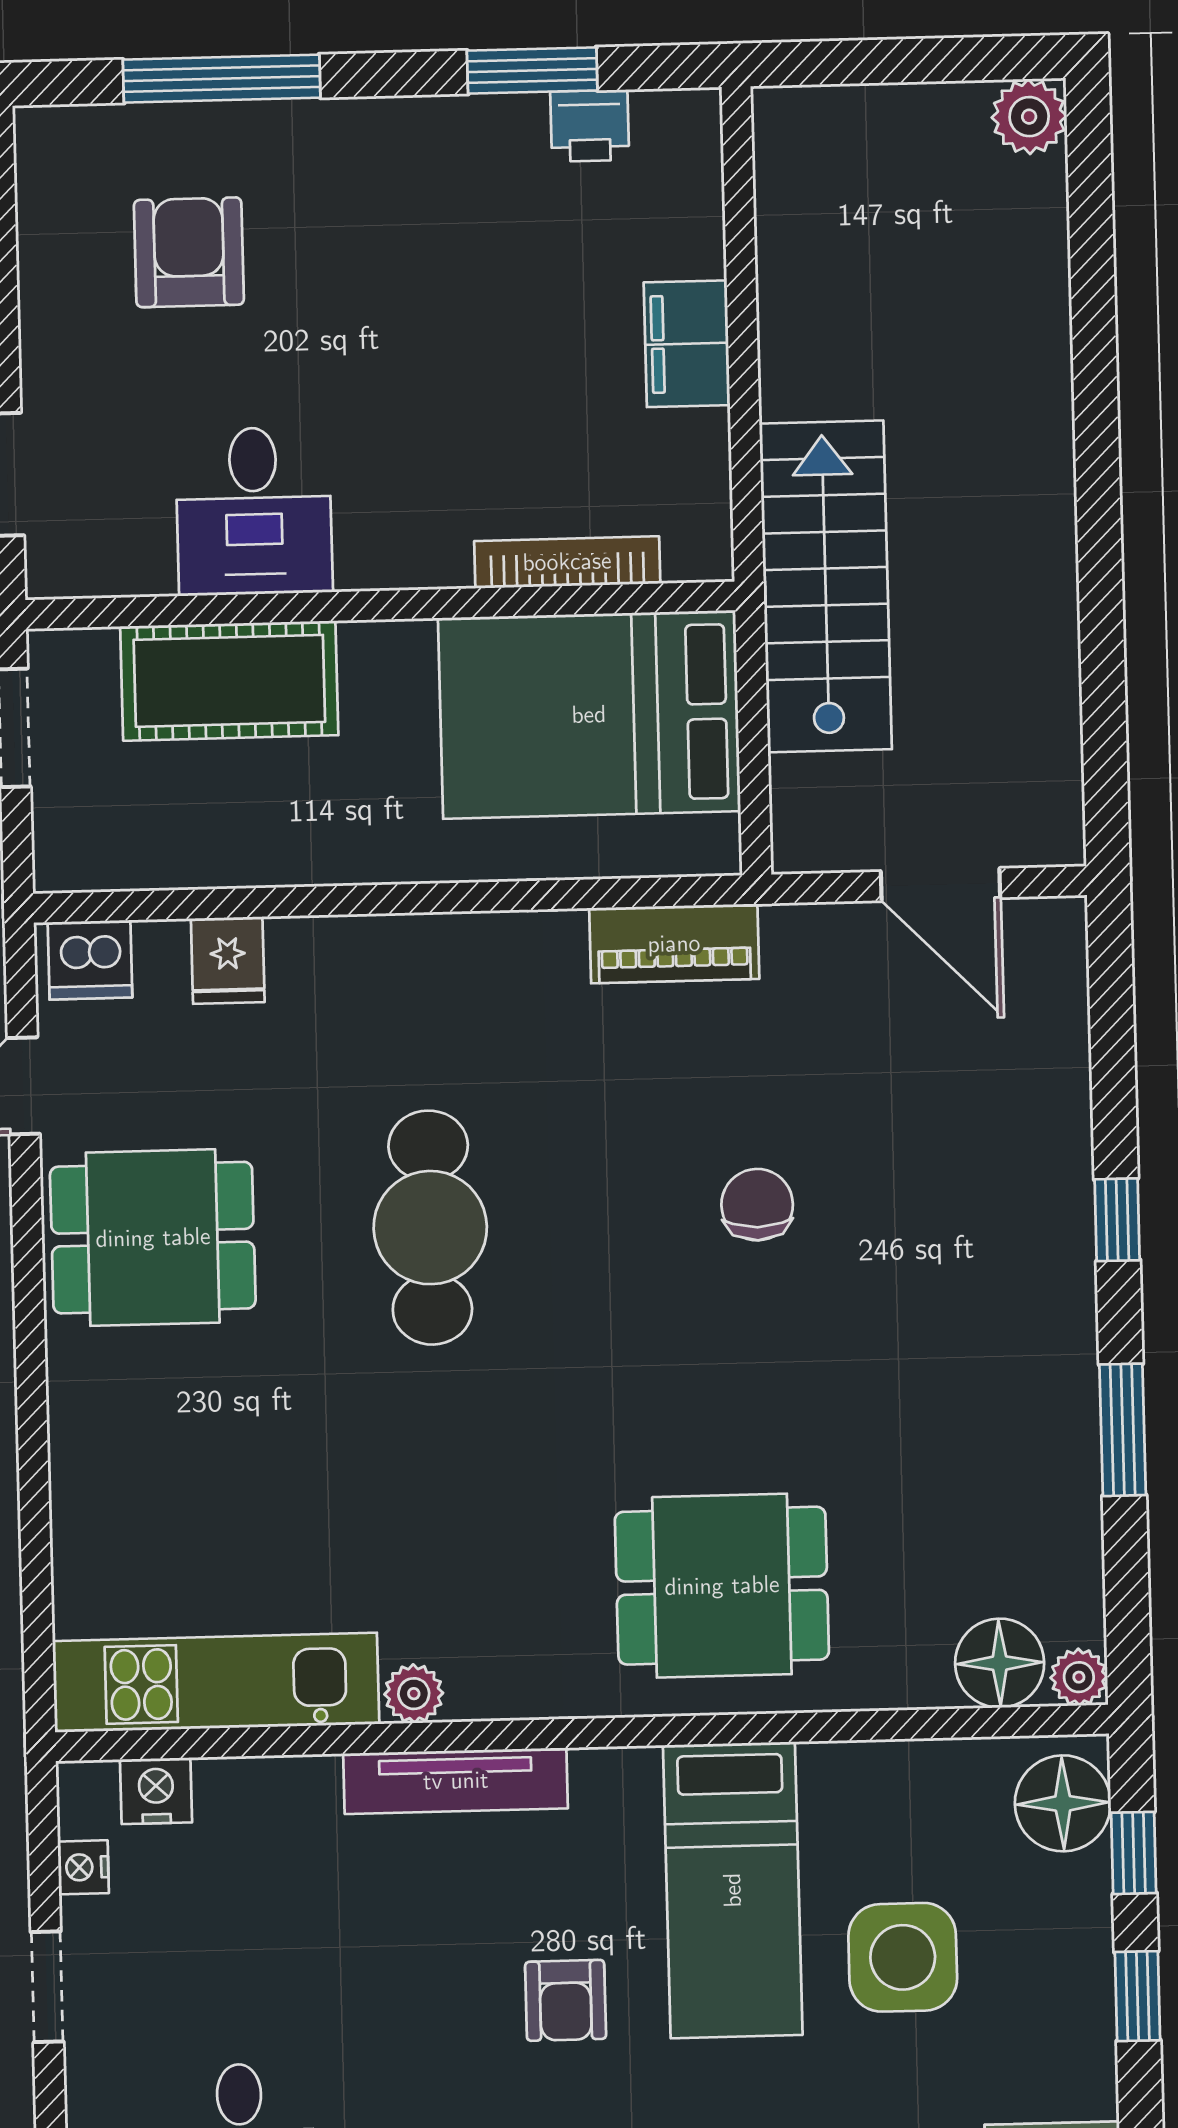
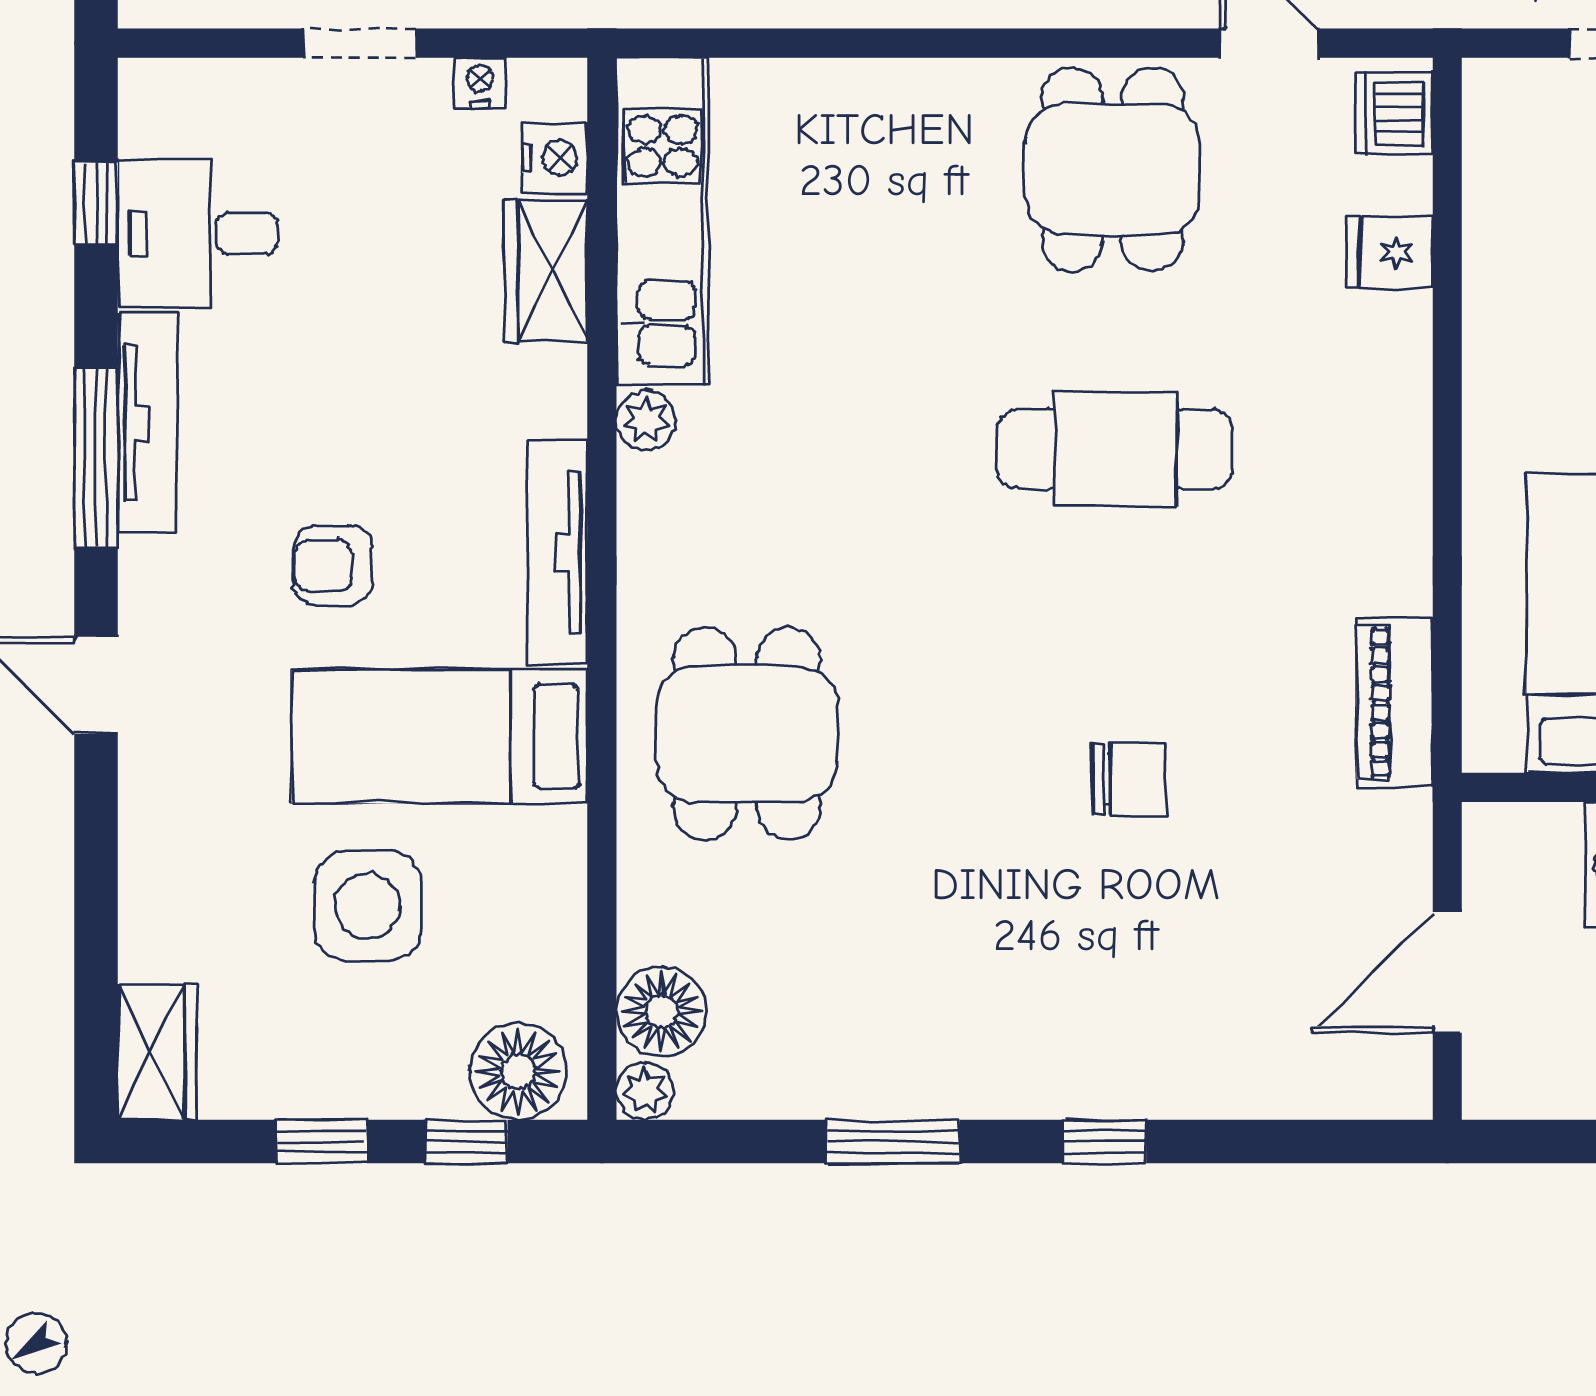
tv unit: (456, 1781) -> (557, 552), moved
wardrobe: (268, 1797) -> (546, 271), added

